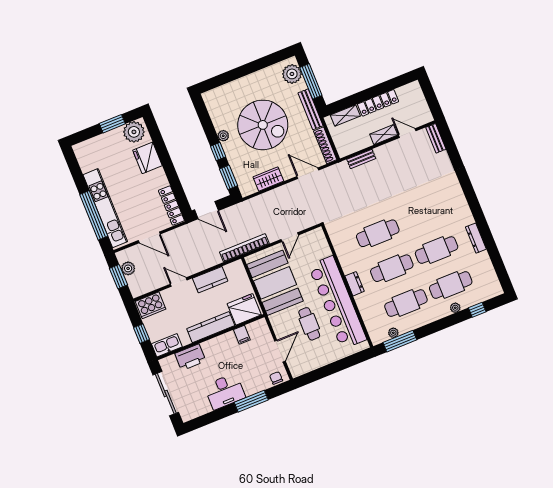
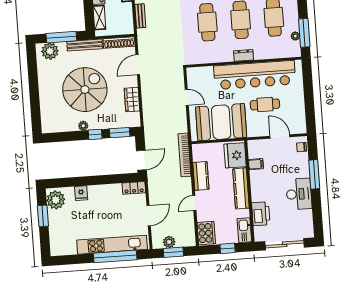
fridge: (147, 158) -> (81, 193), width x0.53, depth x0.75
locker: (171, 206) -> (134, 188), width x0.66
bookcase: (244, 248) -> (185, 155), moved

